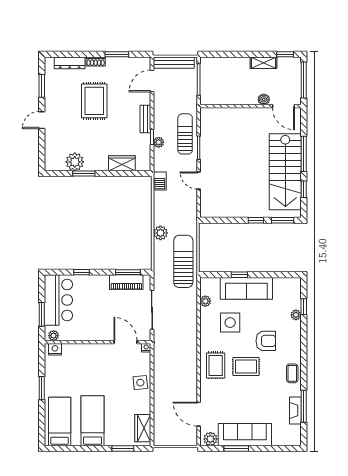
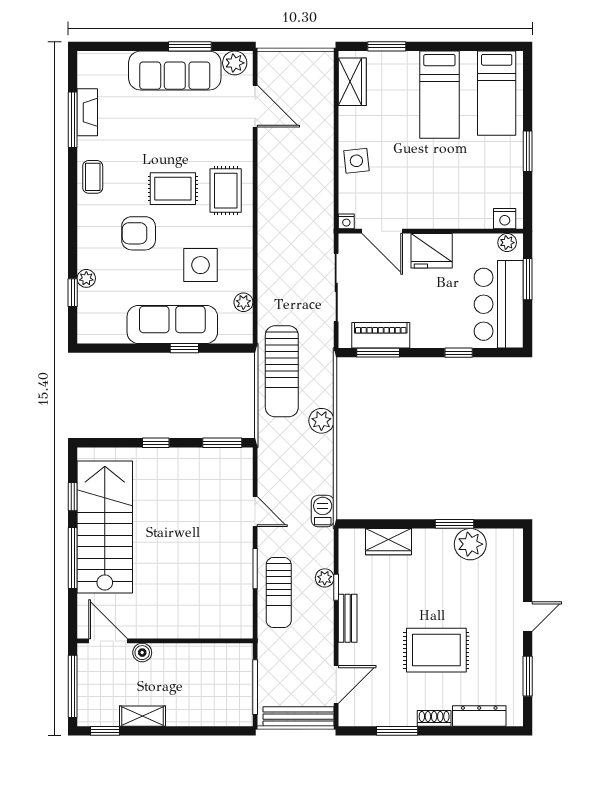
rug: (94, 101) -> (436, 650), turned 90
window: (283, 220) -> (222, 443), moved
fridge: (97, 331) -> (432, 251), added

